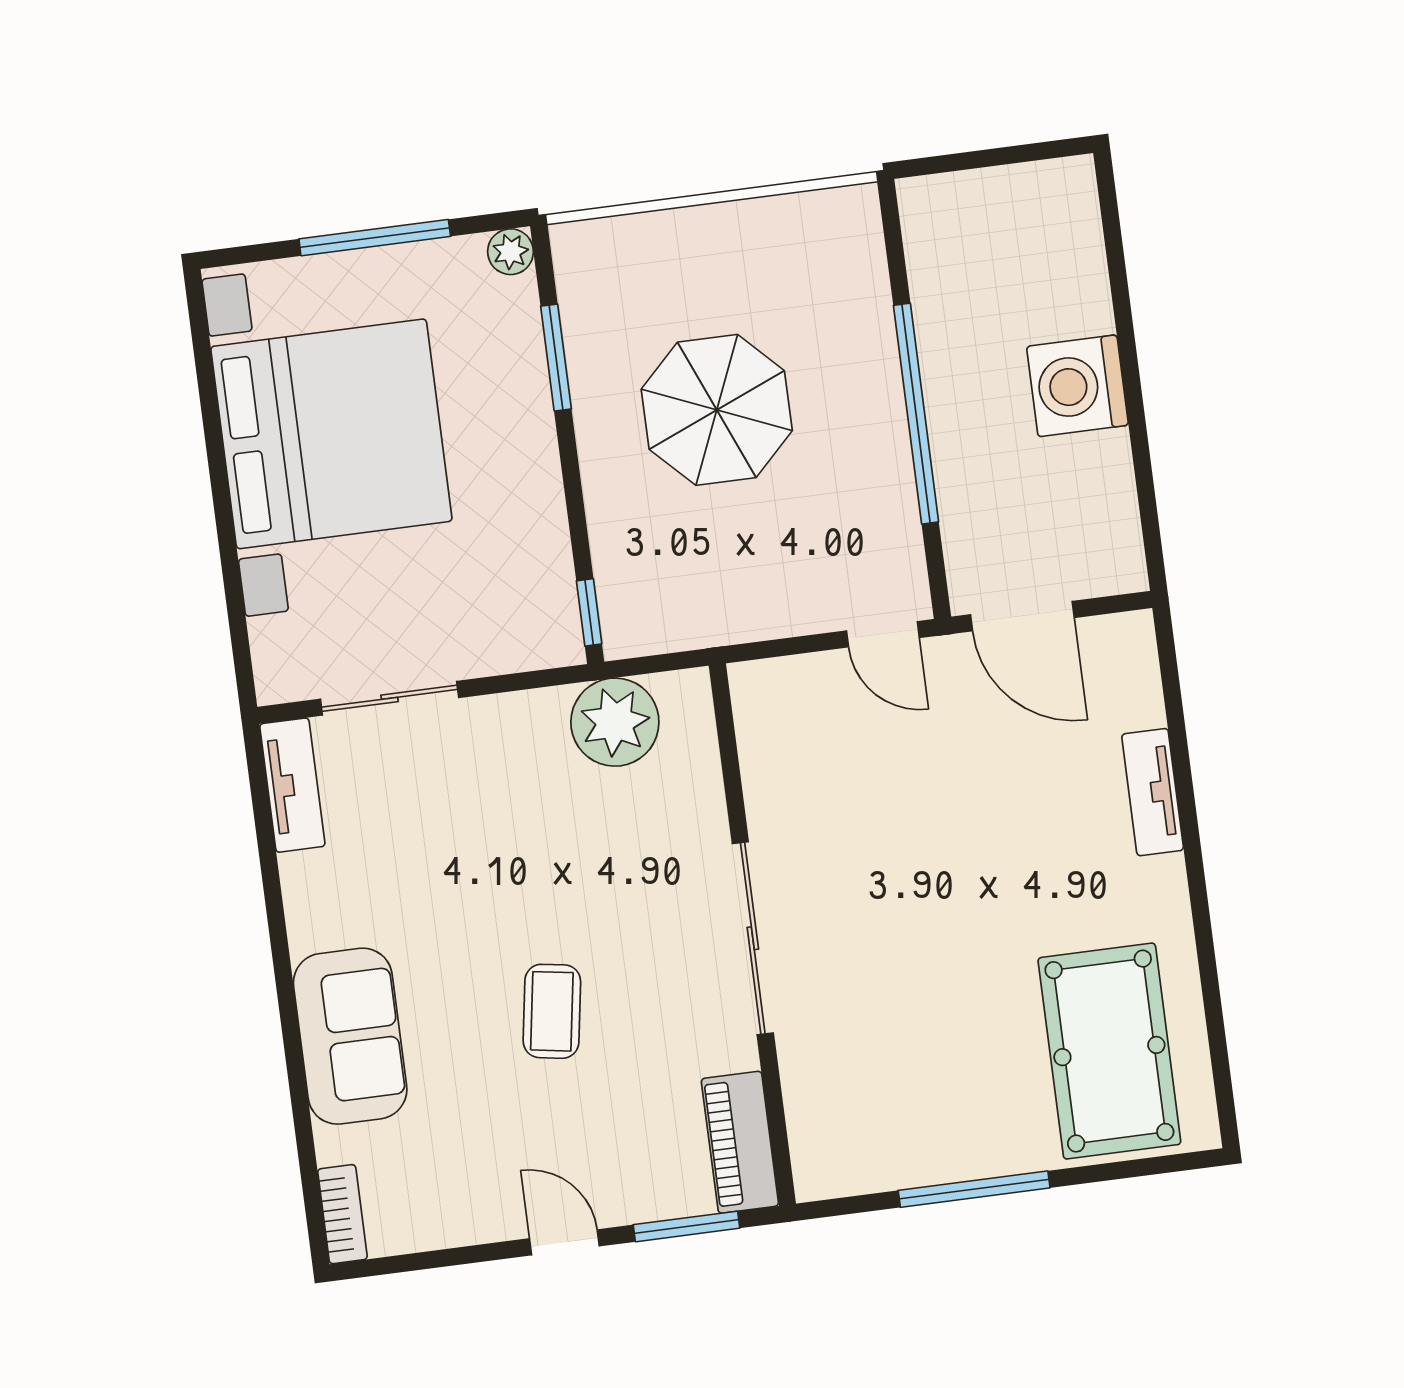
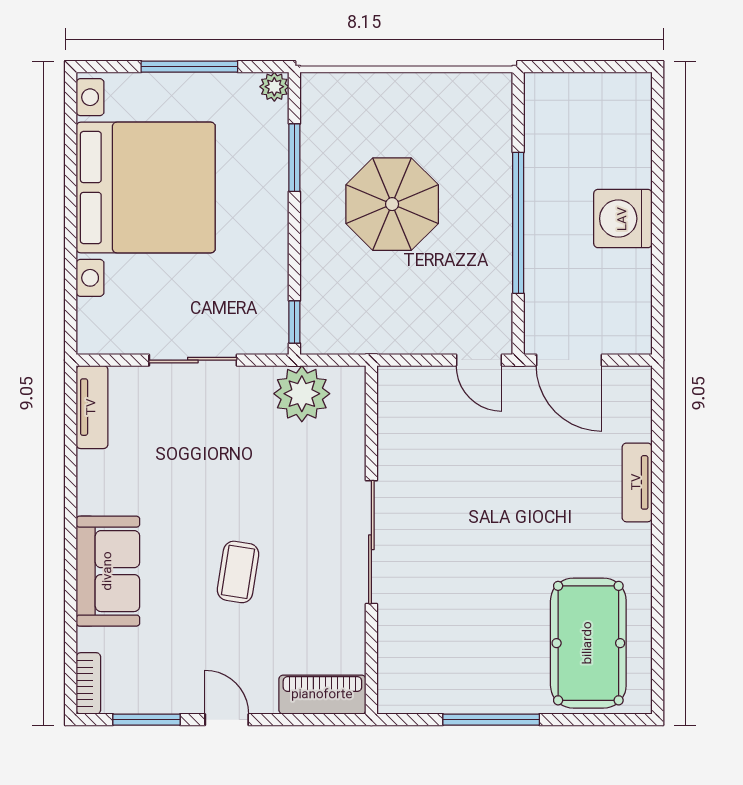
sliding door: (390, 698) -> (193, 360), moved
piano: (740, 1142) -> (322, 695), moved, turned 90
window: (687, 1226) -> (146, 720), moved

